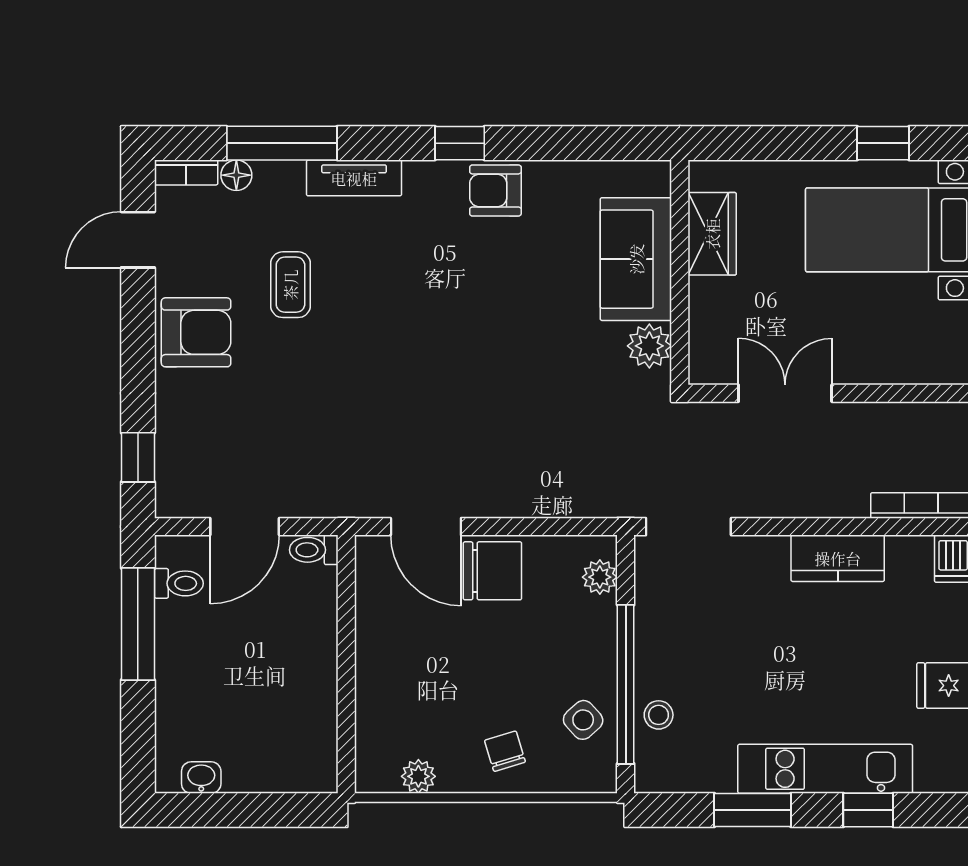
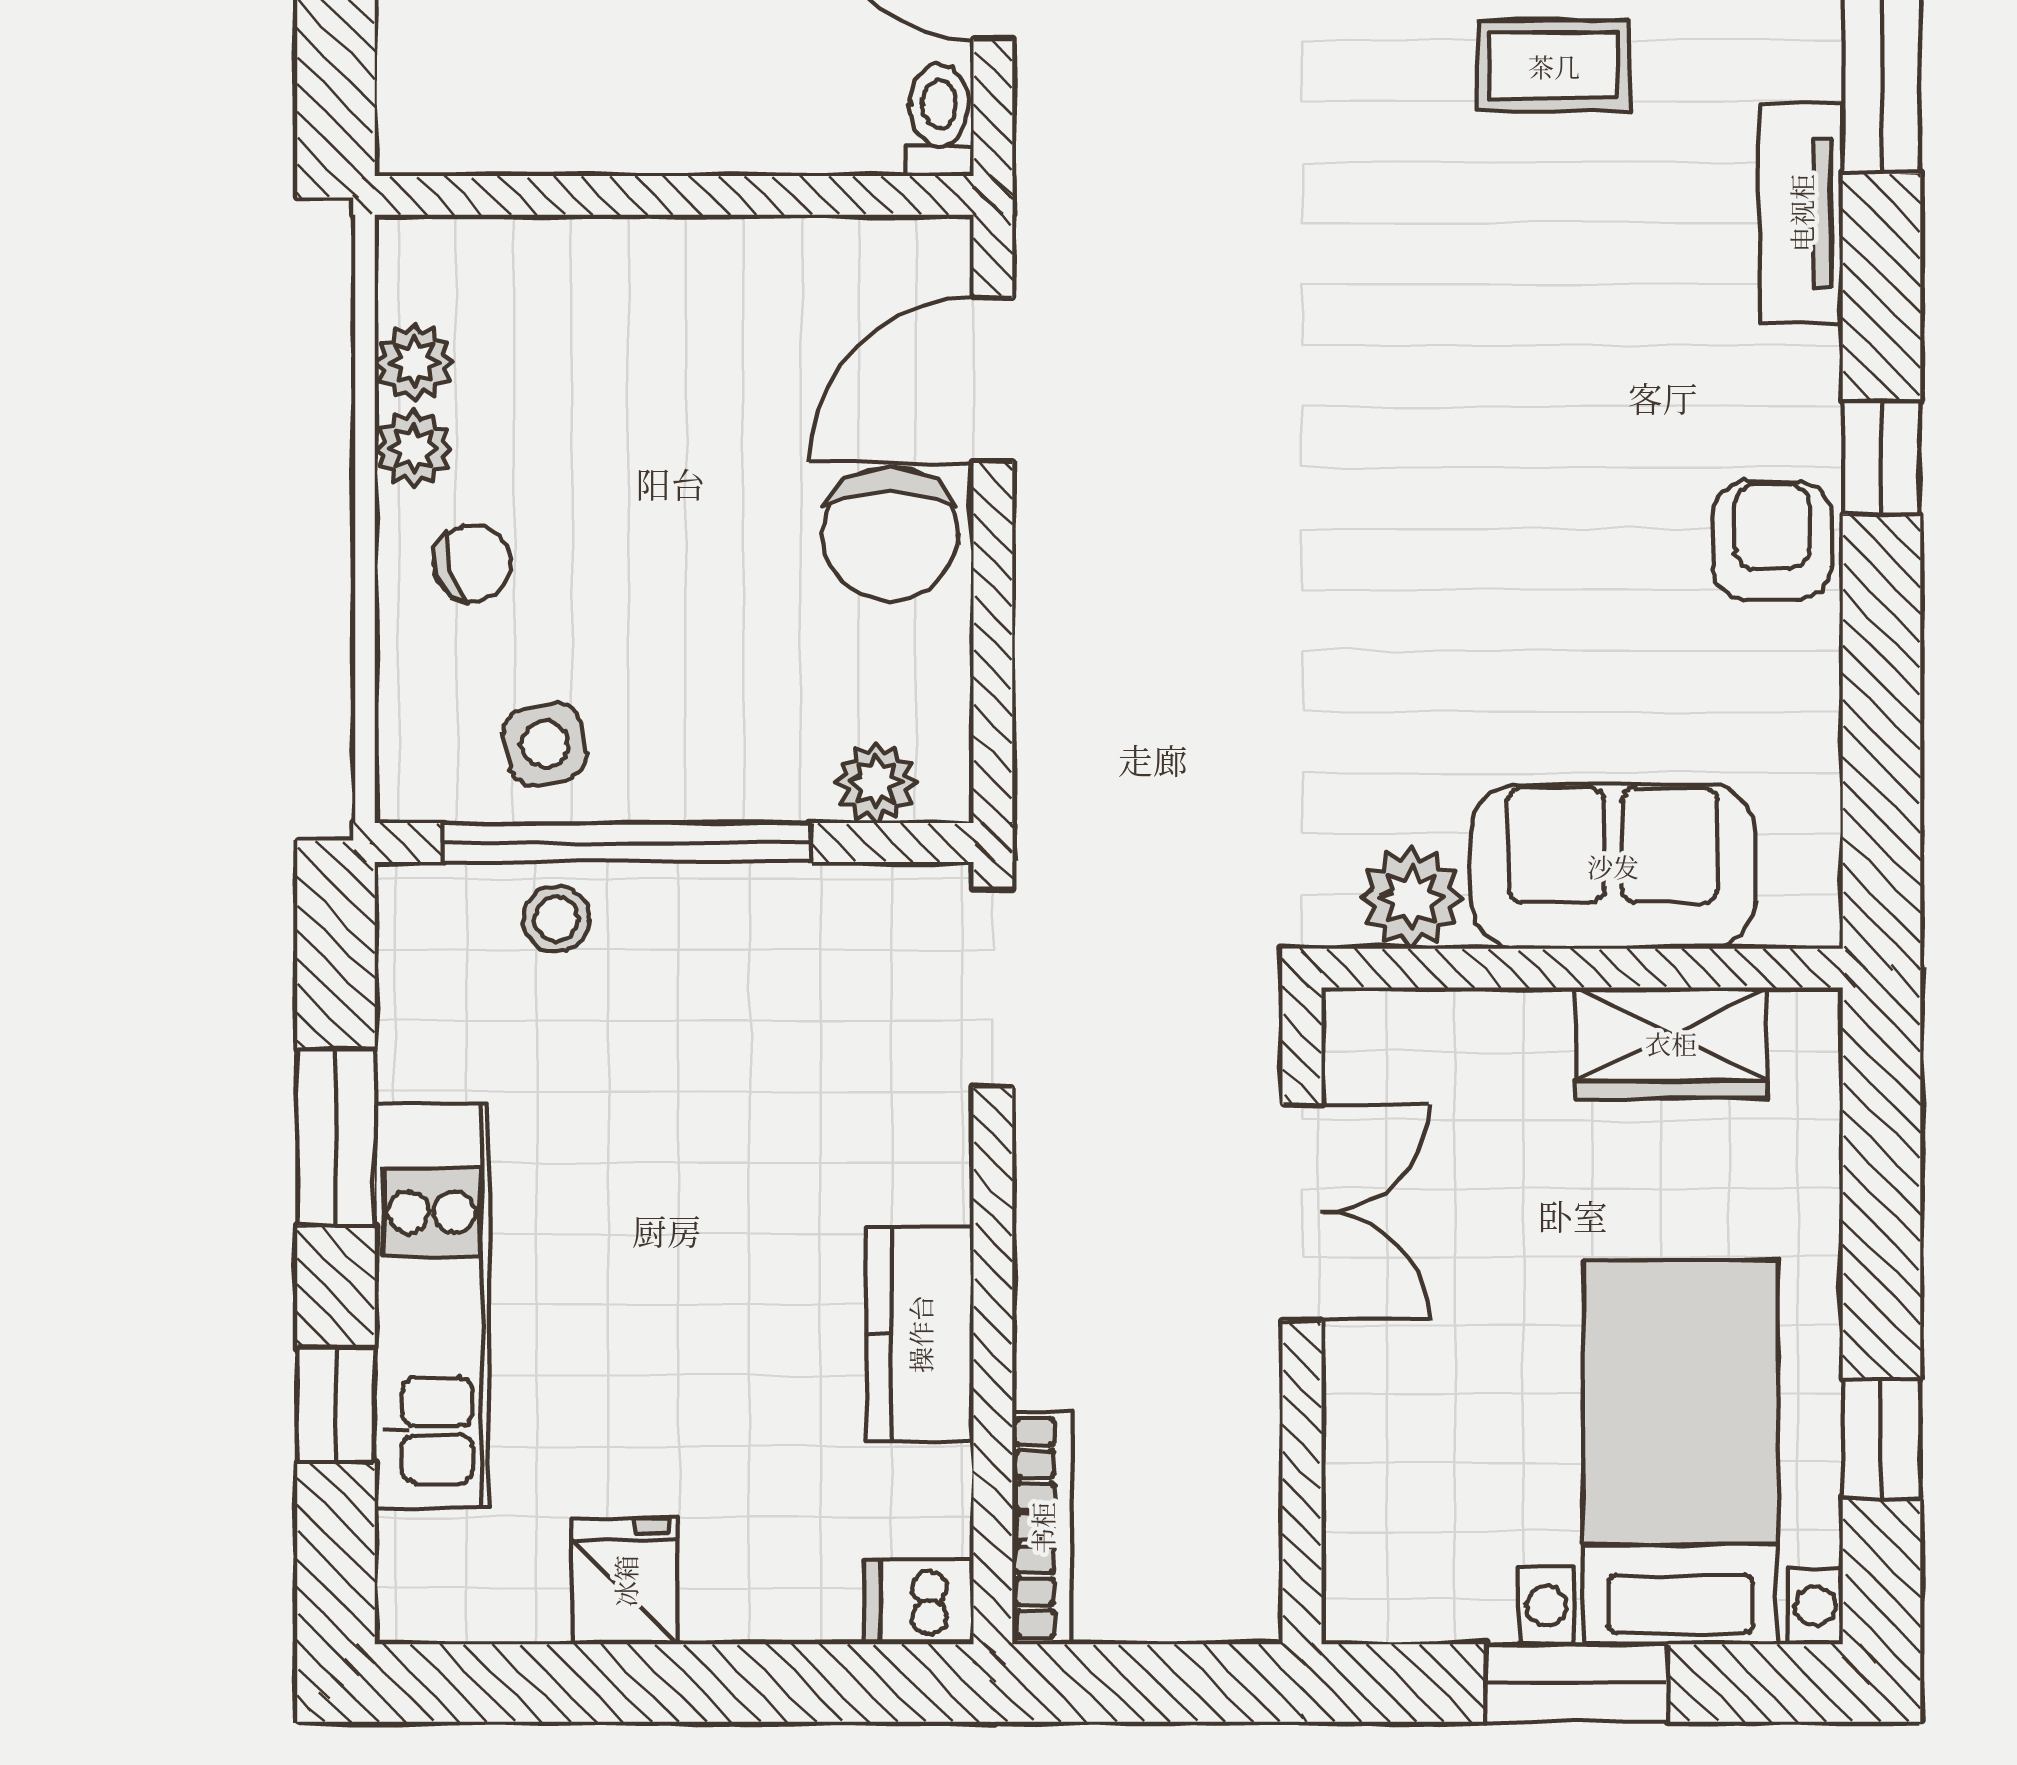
side table: (583, 720) -> (545, 744), turned 31
plant: (456, 777) -> (413, 449), added

